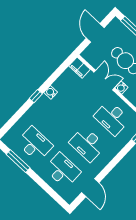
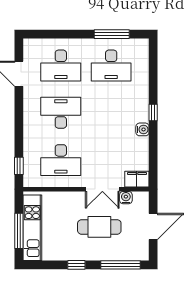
door: (95, 33) -> (153, 226), hinge flipped
water cooler: (121, 88) -> (126, 198), moved
desk: (112, 118) -> (61, 160), turned 180

